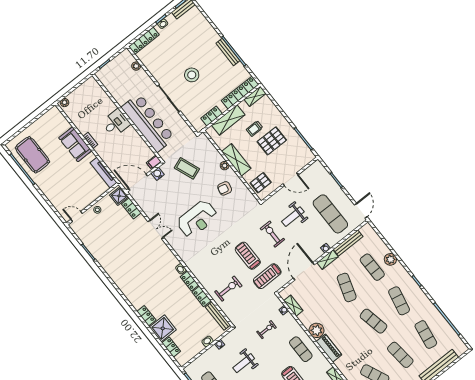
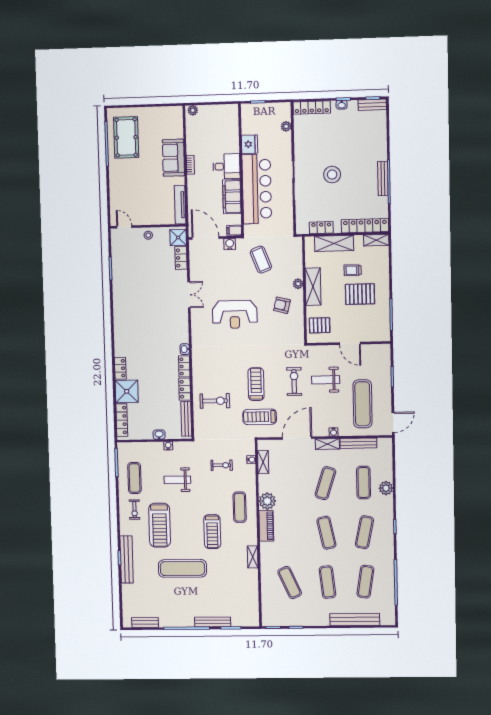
fridge: (120, 96) -> (250, 144), added
filing cabinet: (135, 141) -> (232, 197), added
locker: (171, 347) -> (122, 420), width x1.53

